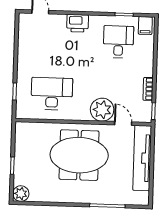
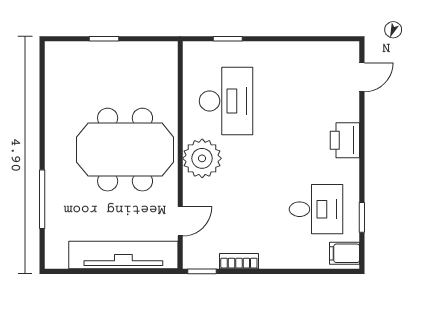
plant: (102, 110) -> (202, 158), moved
meeting table: (79, 155) -> (125, 150), turned 90
plant: (21, 194) -> (58, 54), removed

